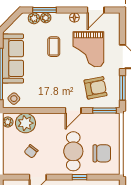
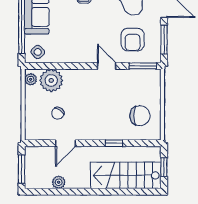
armchair: (96, 88) -> (133, 40), turned 101
door: (73, 111) -> (107, 66), swing flipped
cafe table: (73, 151) -> (107, 113), removed

